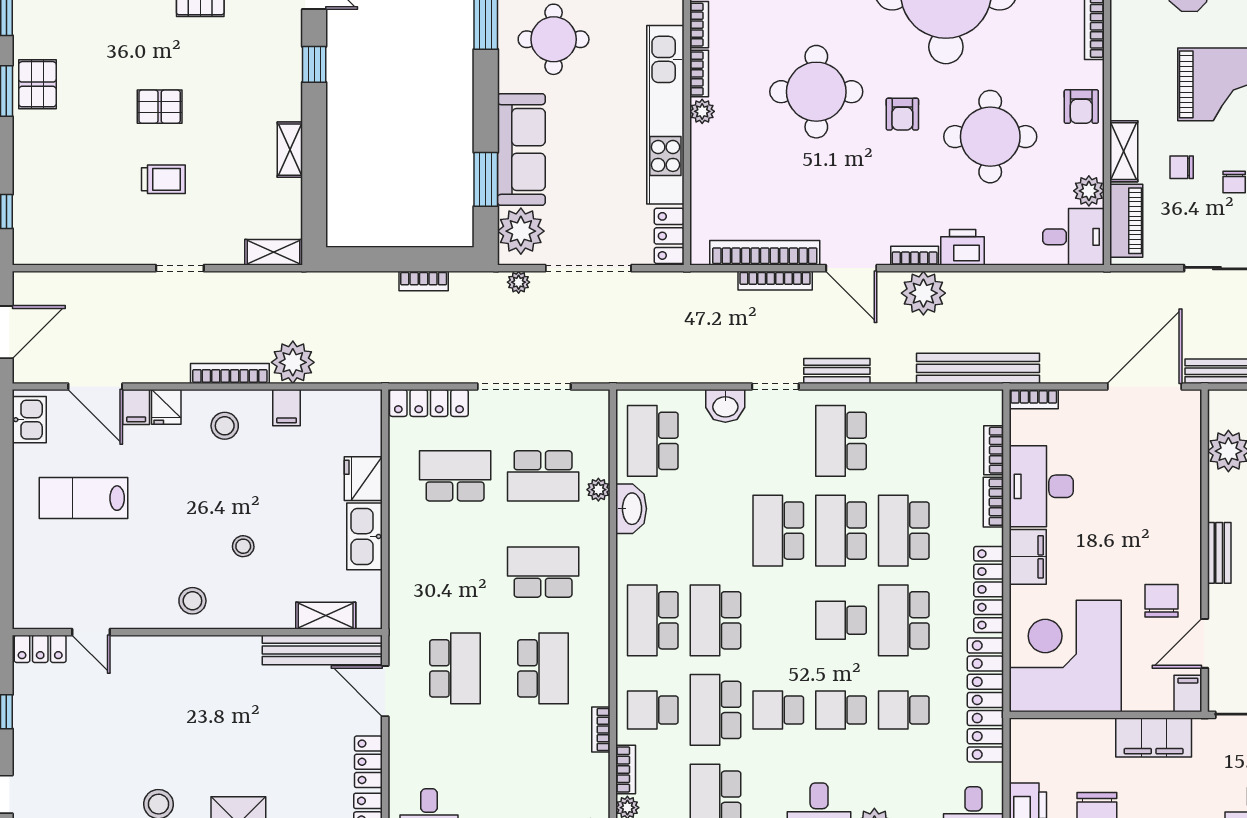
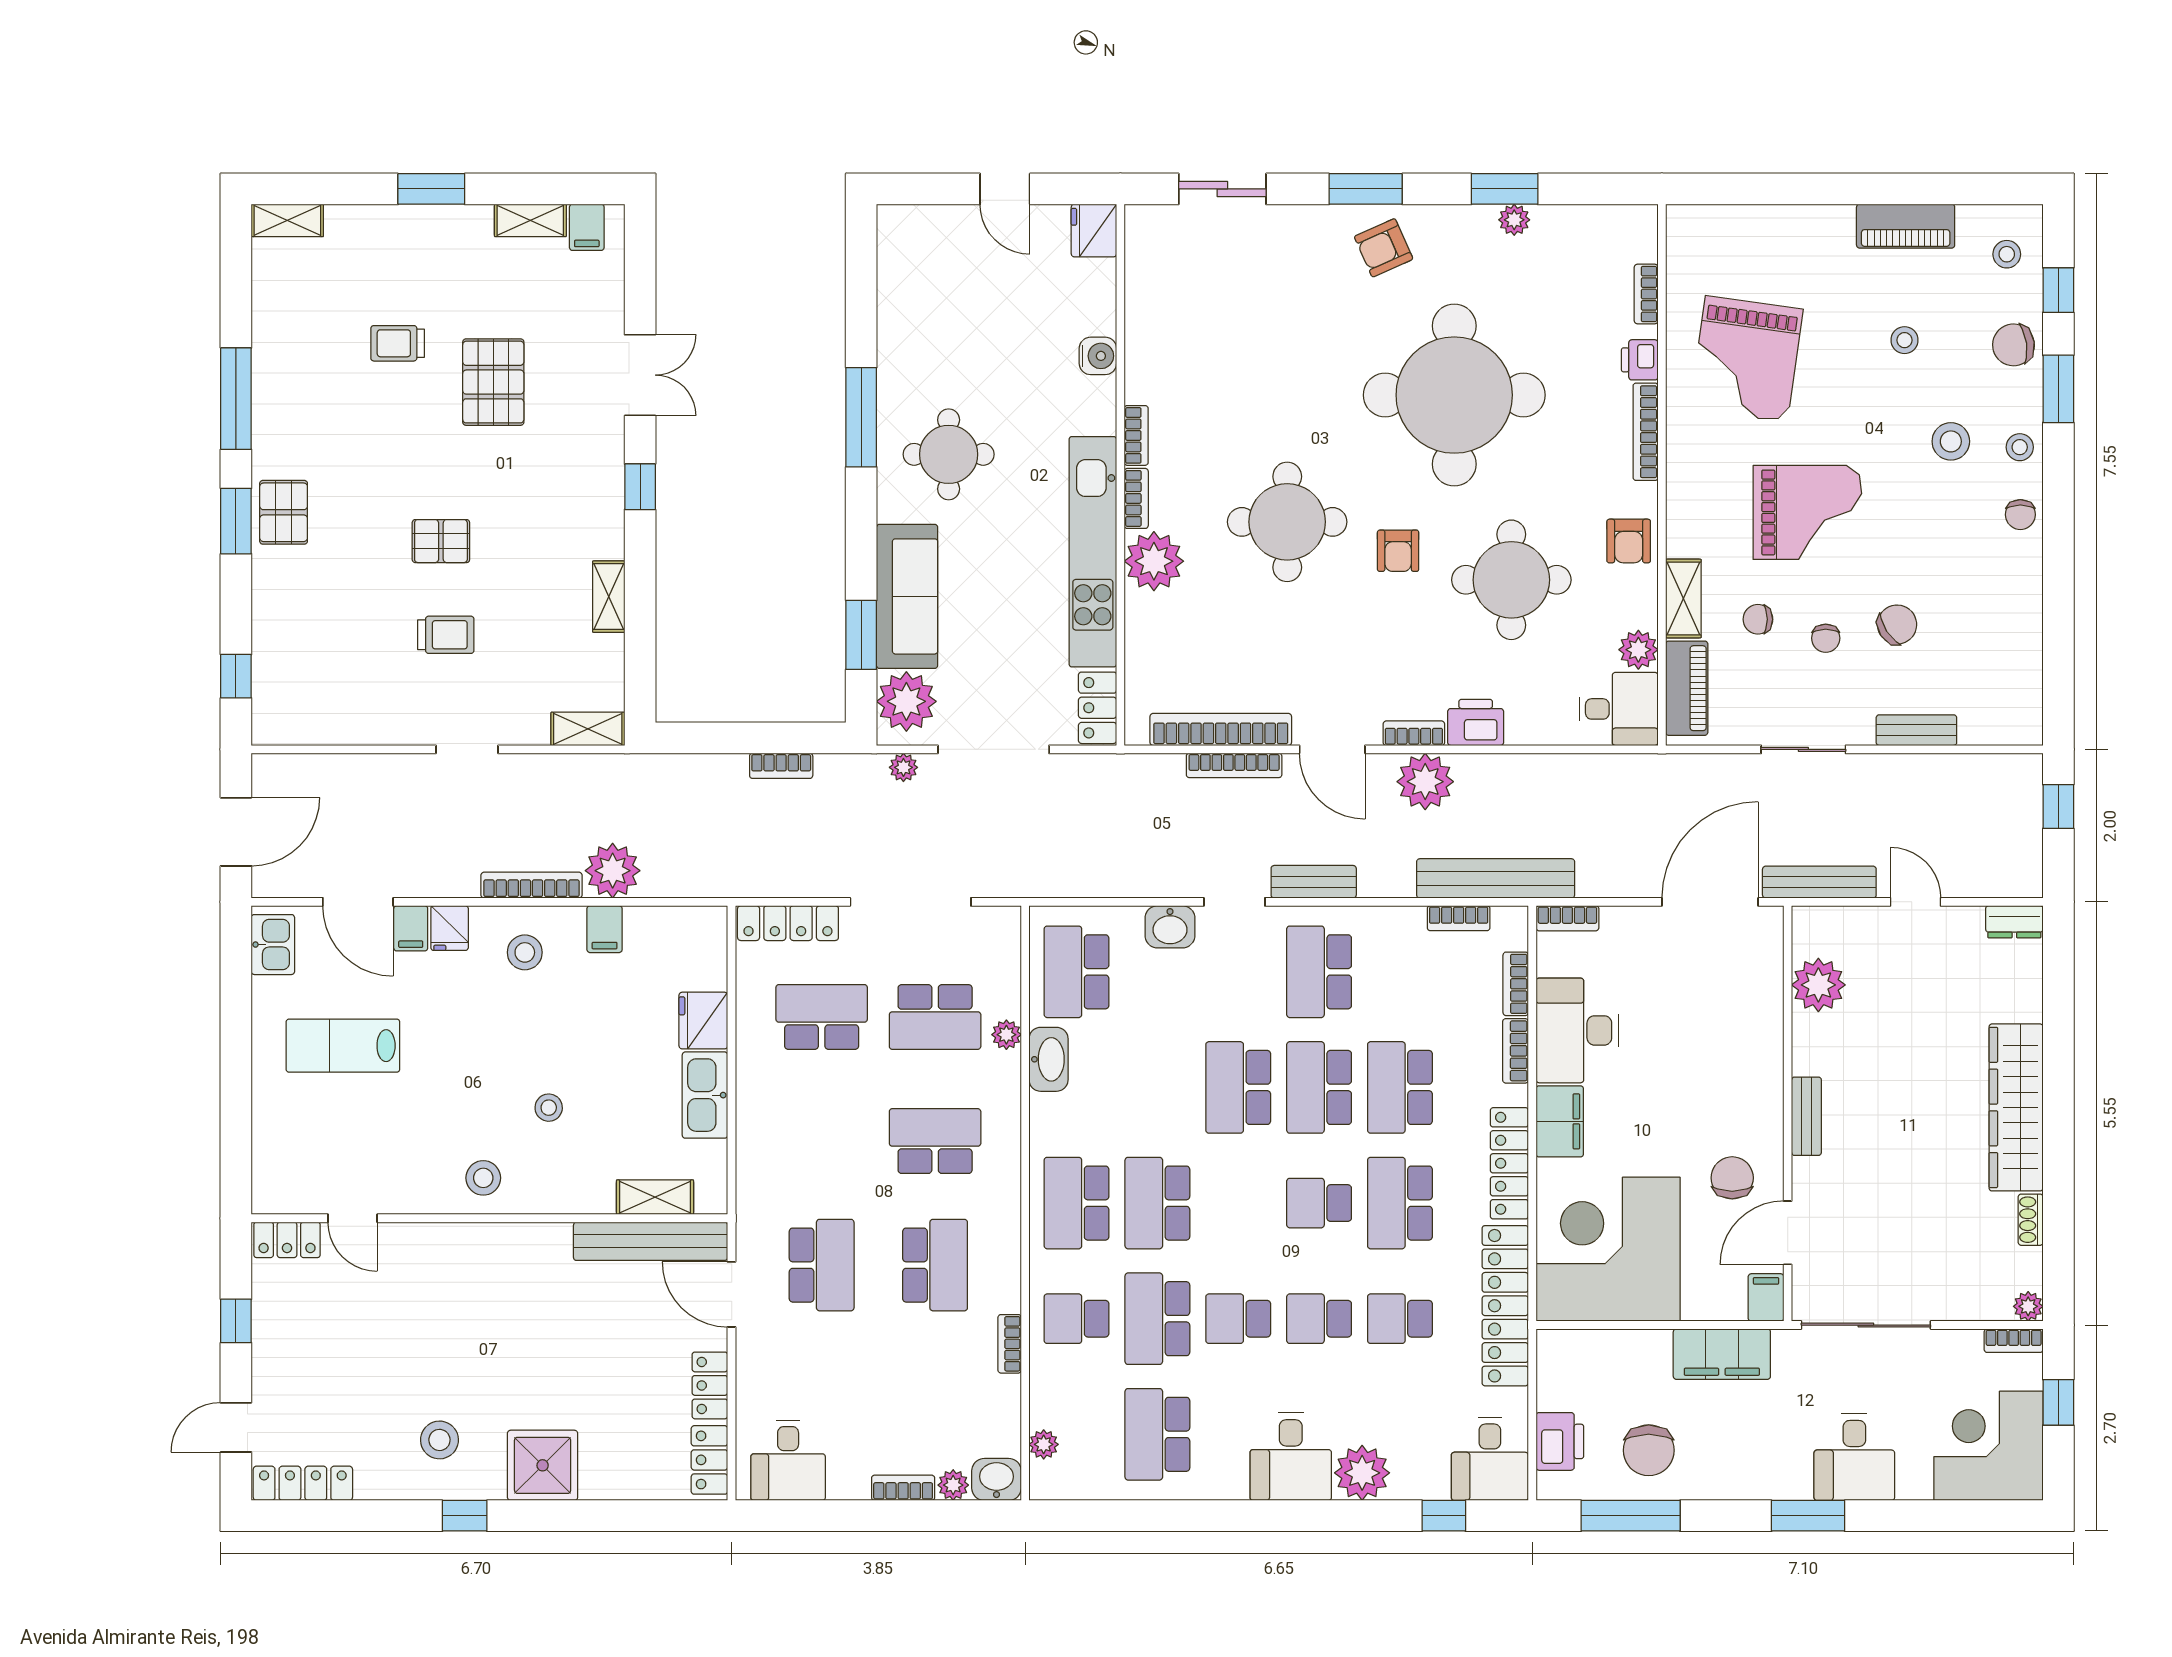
plant: (702, 111) -> (1154, 561), width x1.88, depth x1.88
bookcase: (626, 769) -> (1459, 918), moved, turned 90

